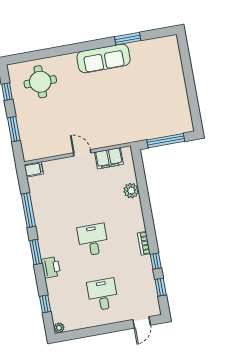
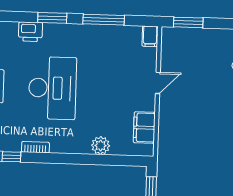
window: (14, 129) -> (188, 22), moved
door: (82, 153) -> (158, 83), moved
desk: (93, 240) -> (52, 88), width x1.87, depth x1.30

